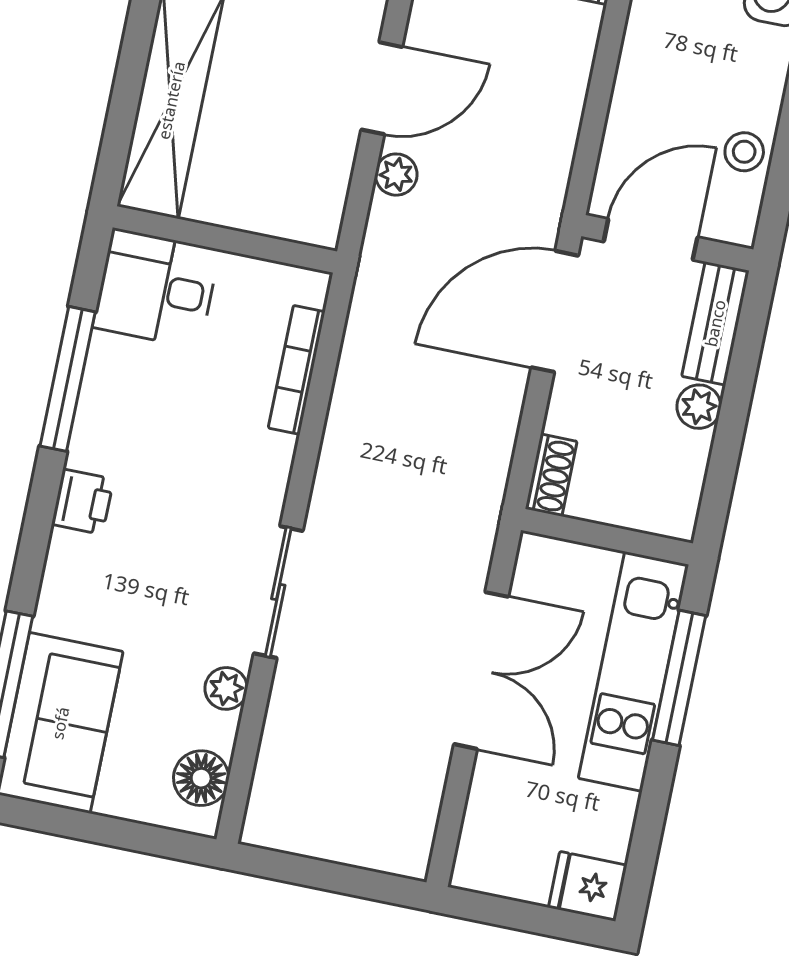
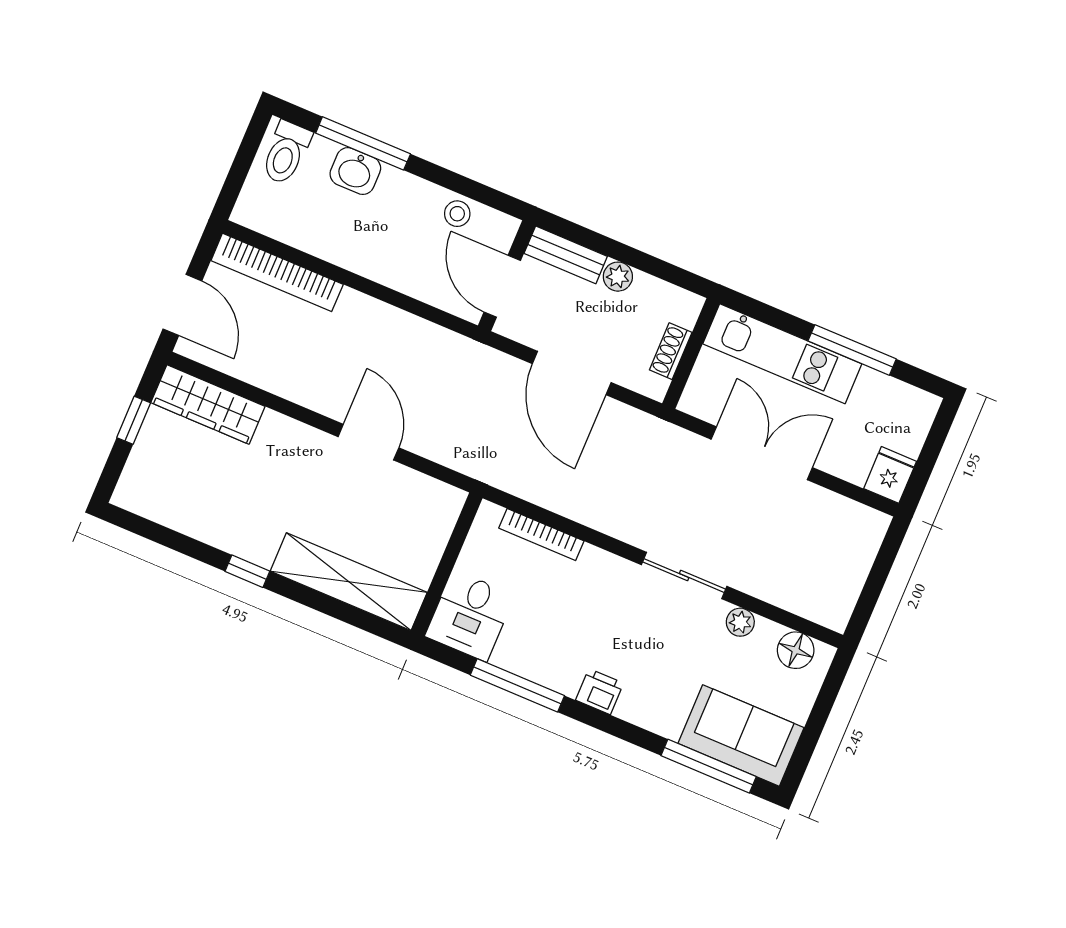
plant: (396, 175) -> (427, 444), removed
door: (555, 311) -> (572, 373), moved
shoe rack: (551, 475) -> (671, 351), moved, turned -90
window: (679, 678) -> (852, 350), moved
fridge: (588, 886) -> (890, 475), moved, turned 180

